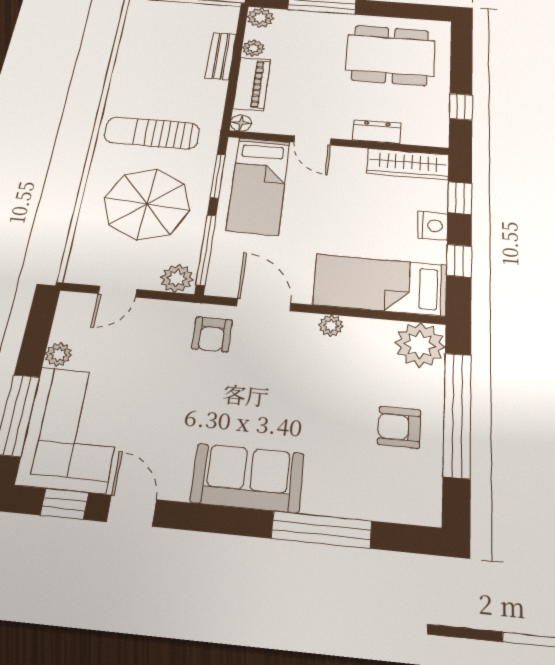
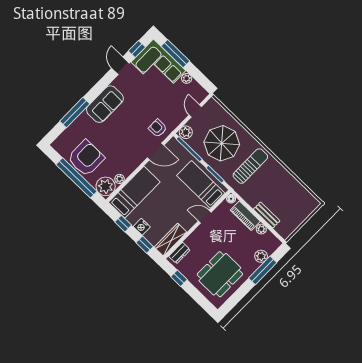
plant: (260, 18) -> (261, 256), moved
dresser: (377, 132) -> (180, 253), moved
plant: (331, 326) -> (120, 179), moved
armchair: (399, 427) -> (86, 158), width x1.88, depth x1.88
door: (132, 511) -> (120, 66), swing flipped

